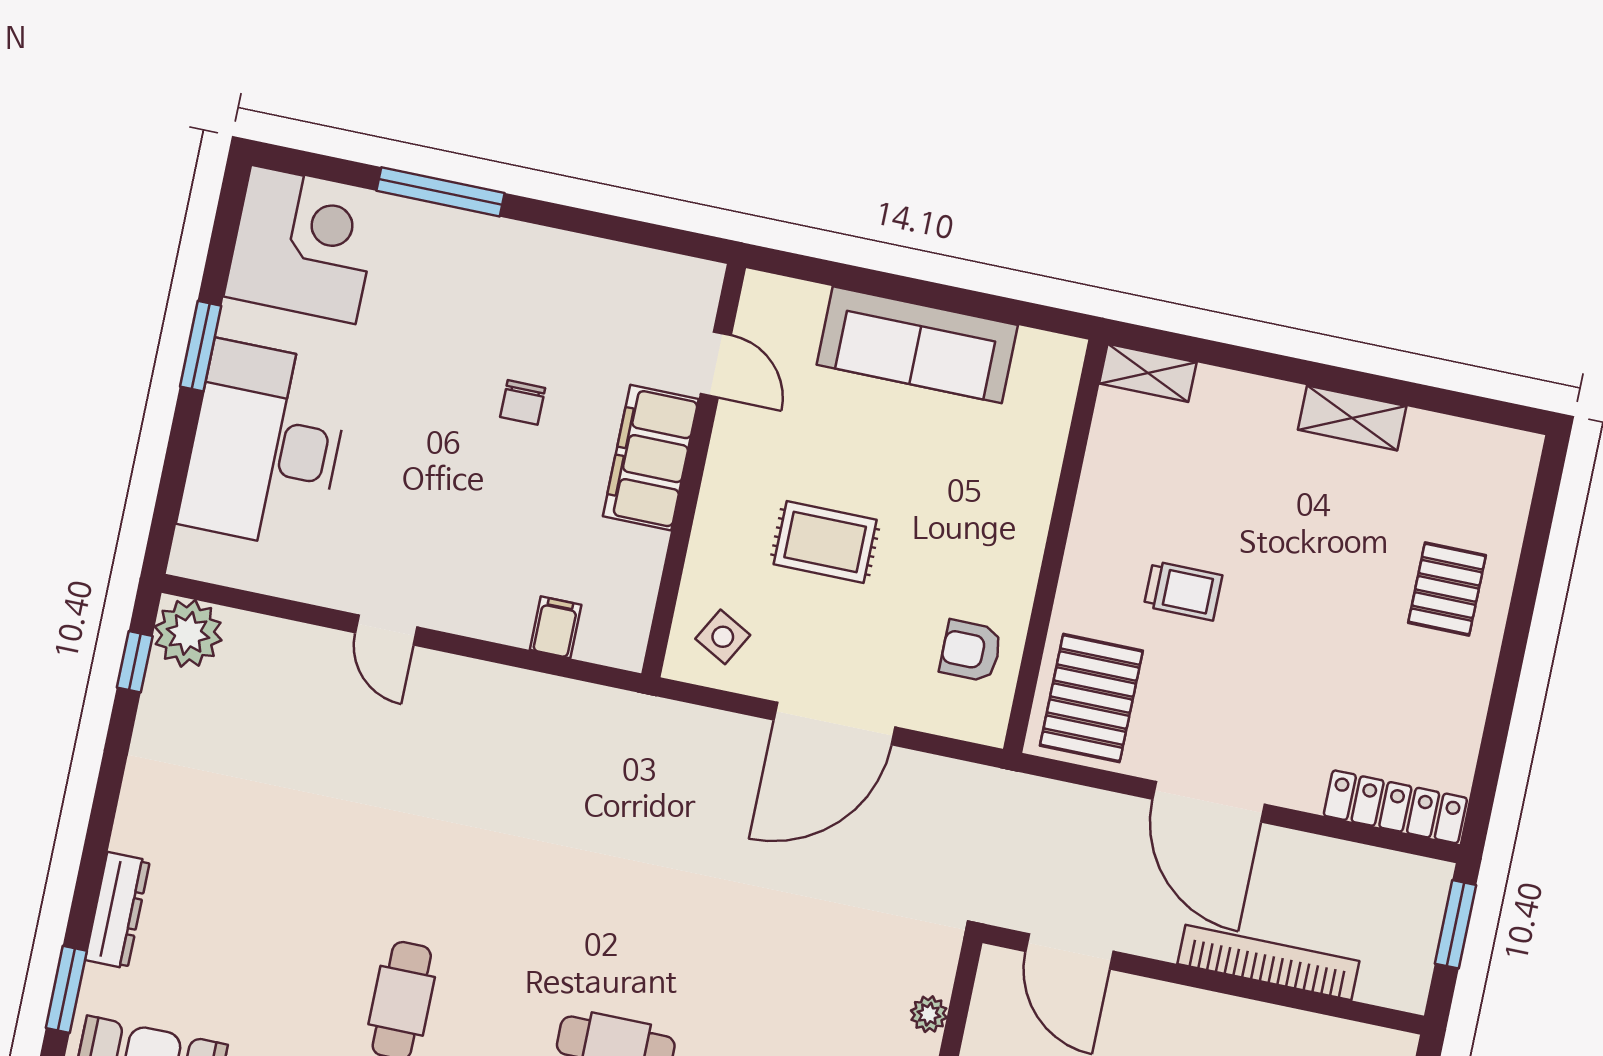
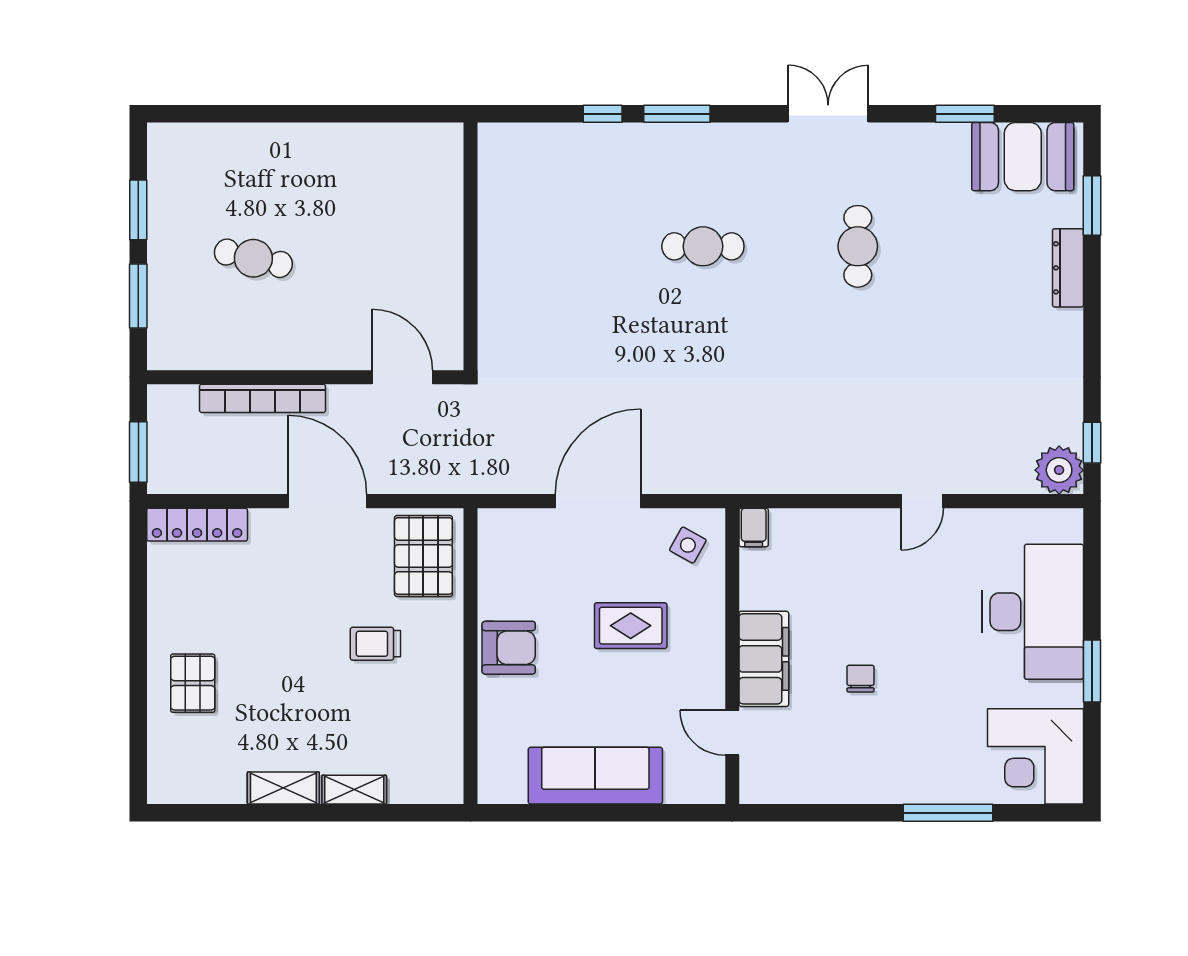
shelving: (1148, 373) -> (354, 790), moved
filing cabinet: (556, 627) -> (754, 527), moved
door: (386, 630) -> (922, 501), swing flipped
armchair: (971, 651) -> (509, 648), moved, width x1.38, depth x1.38
plant: (929, 1014) -> (490, 313), removed

